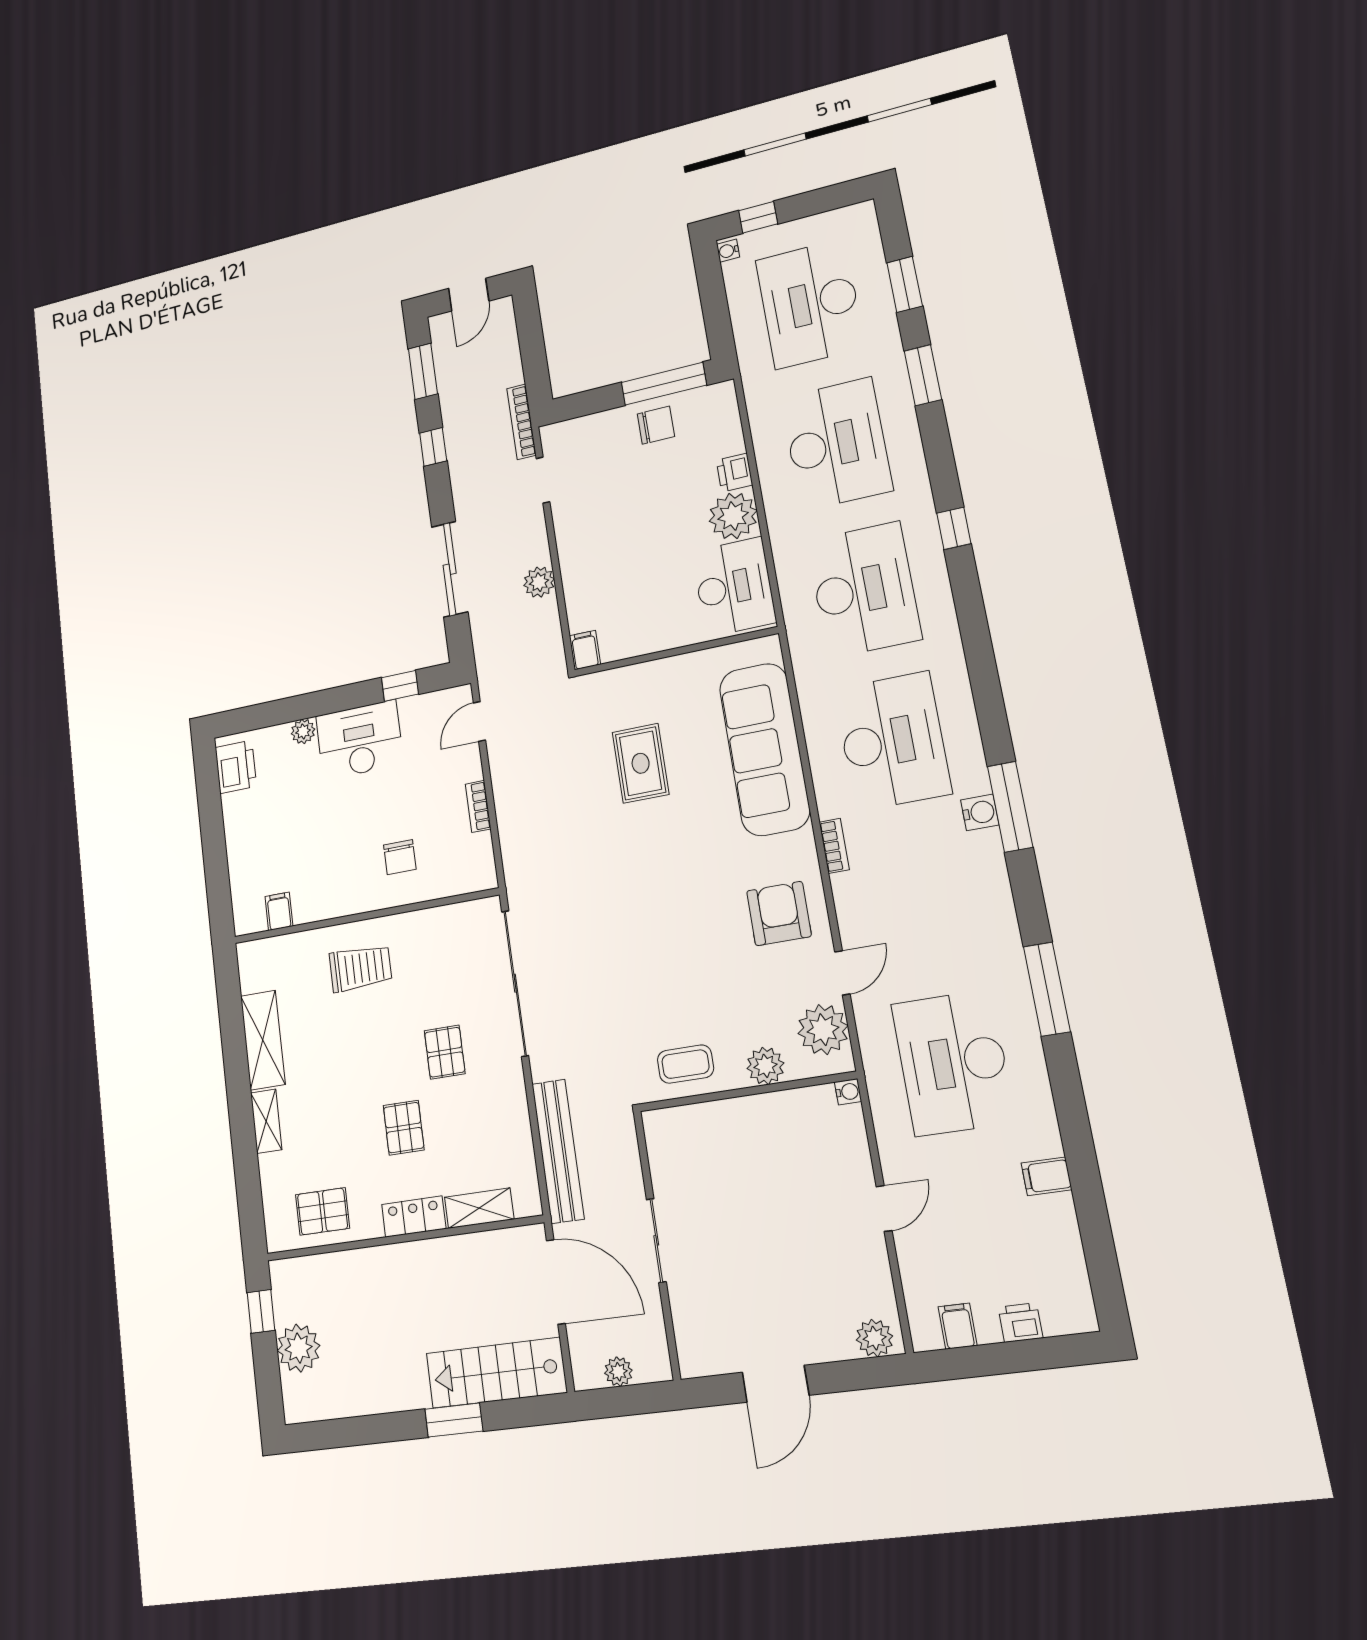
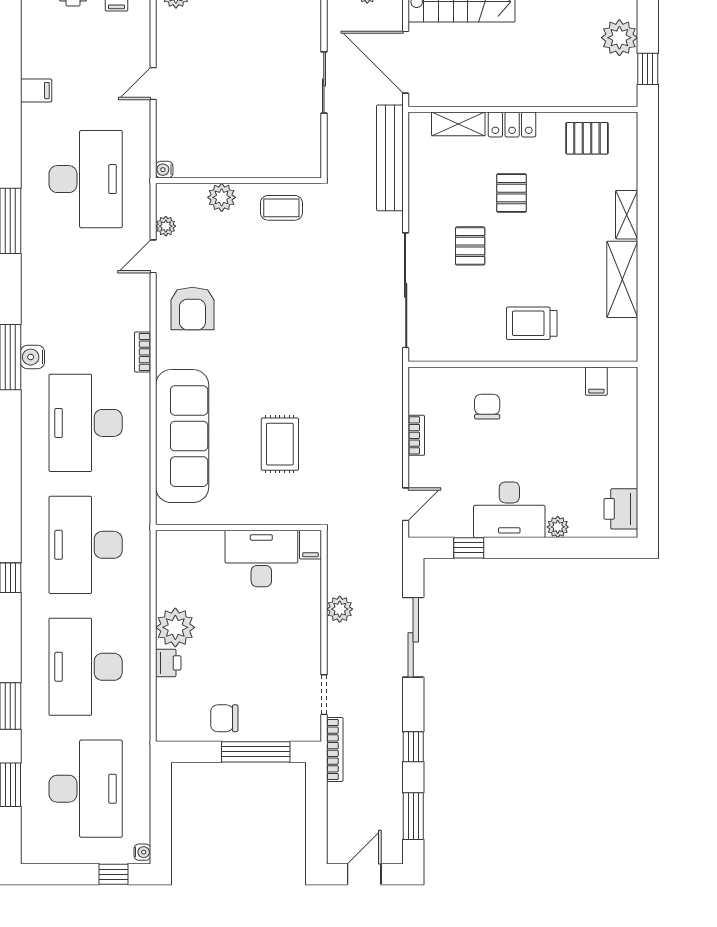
window: (664, 384) -> (256, 752), moved
desk: (734, 587) -> (261, 558), moved, turned 90
plant: (823, 1030) -> (166, 226), width x0.53, depth x0.53

